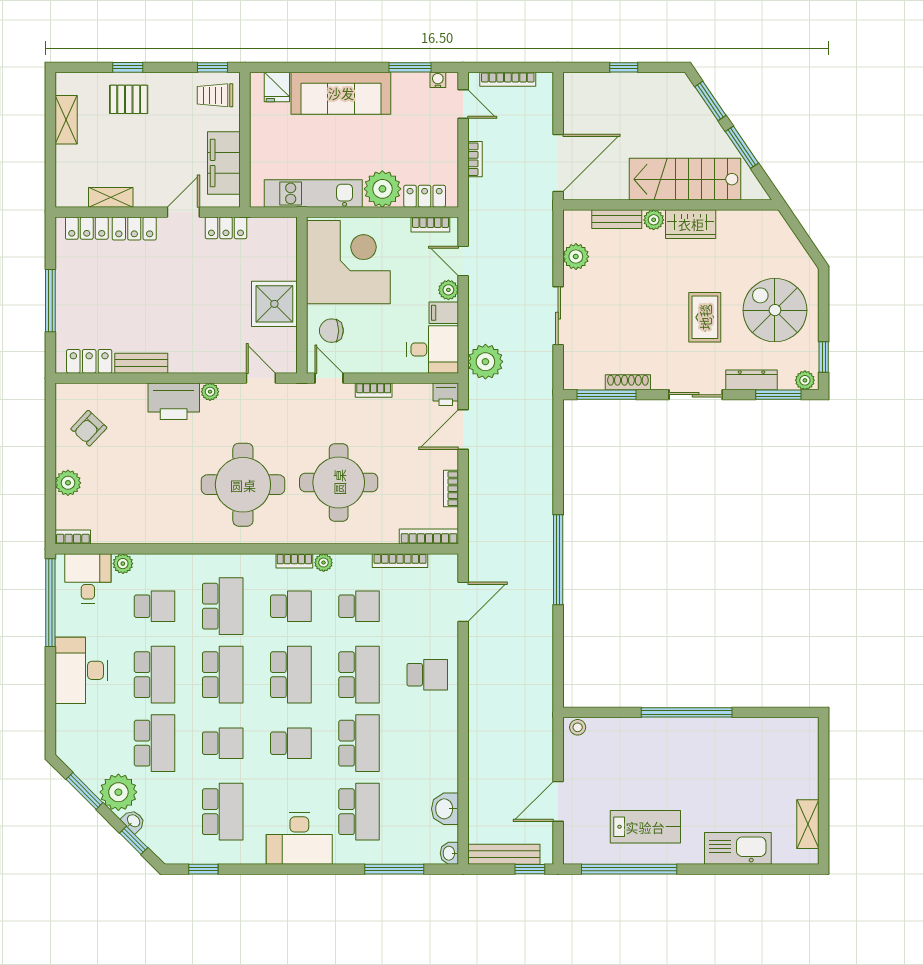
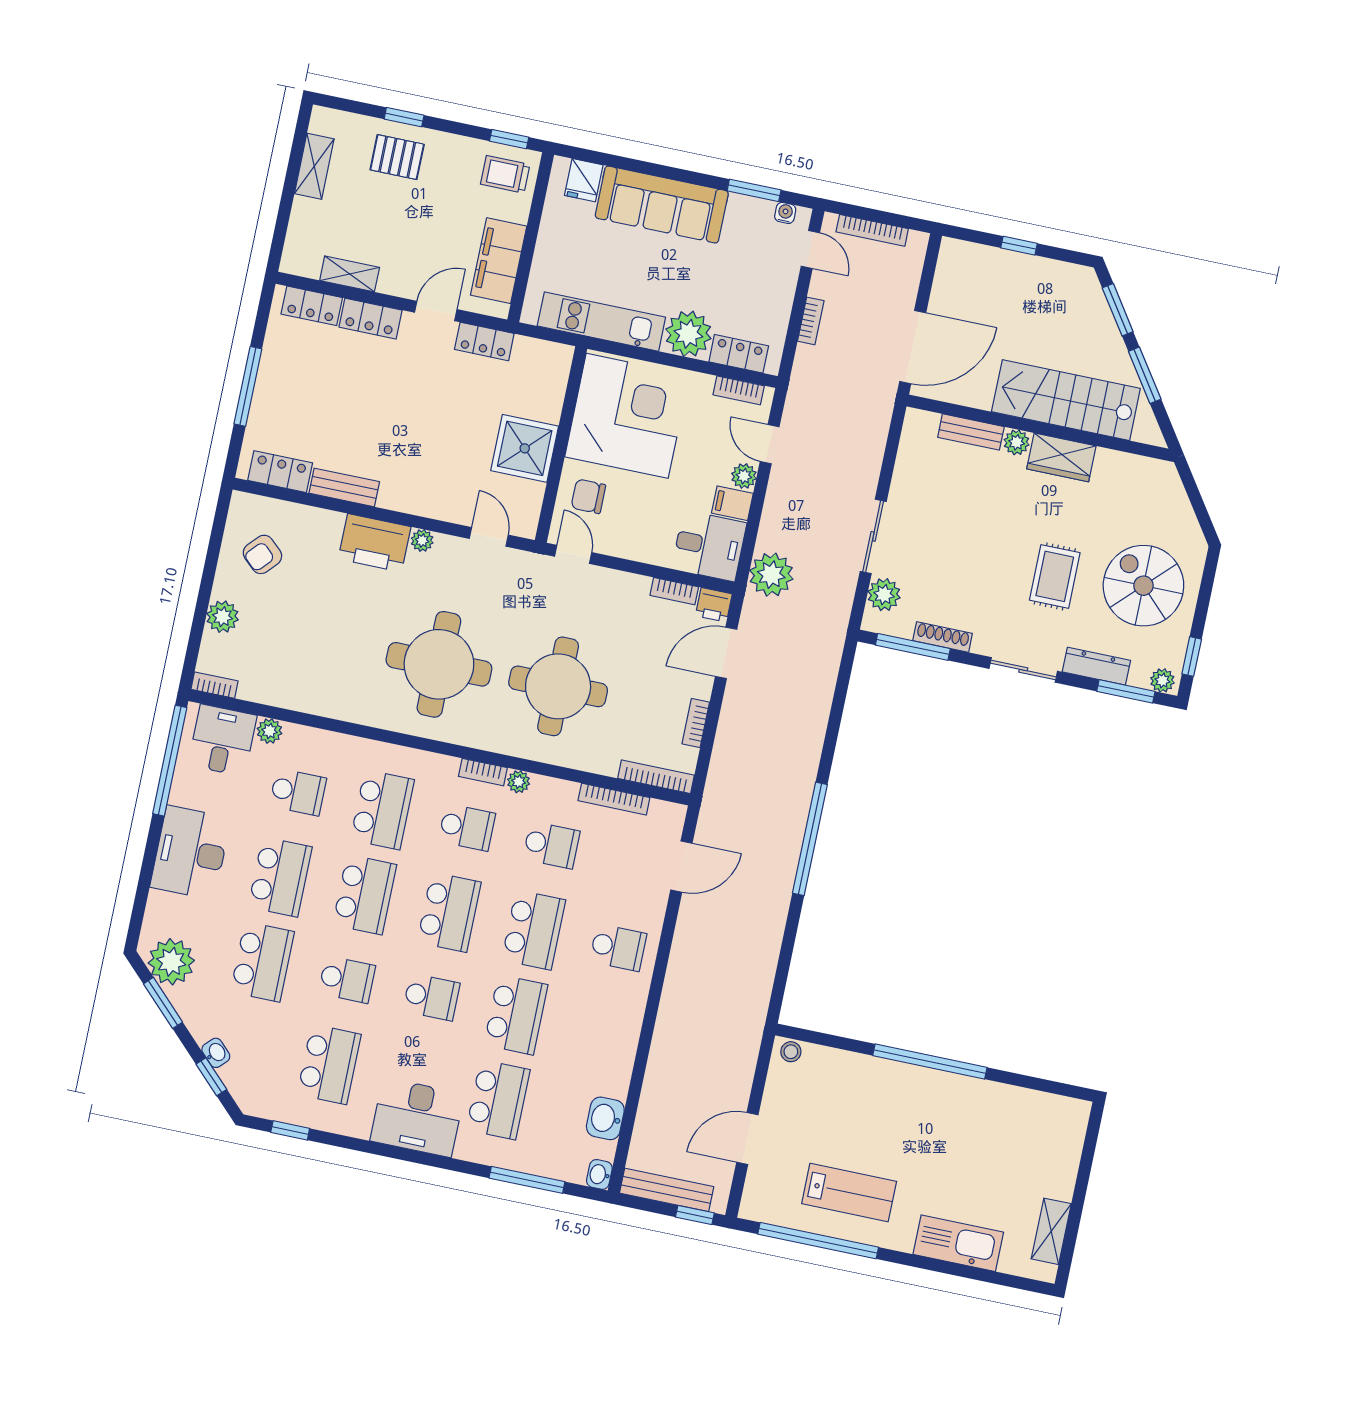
plant: (576, 257) -> (884, 595), moved
bookcase: (374, 390) -> (674, 591), moved
plant: (118, 792) -> (171, 962), moved

